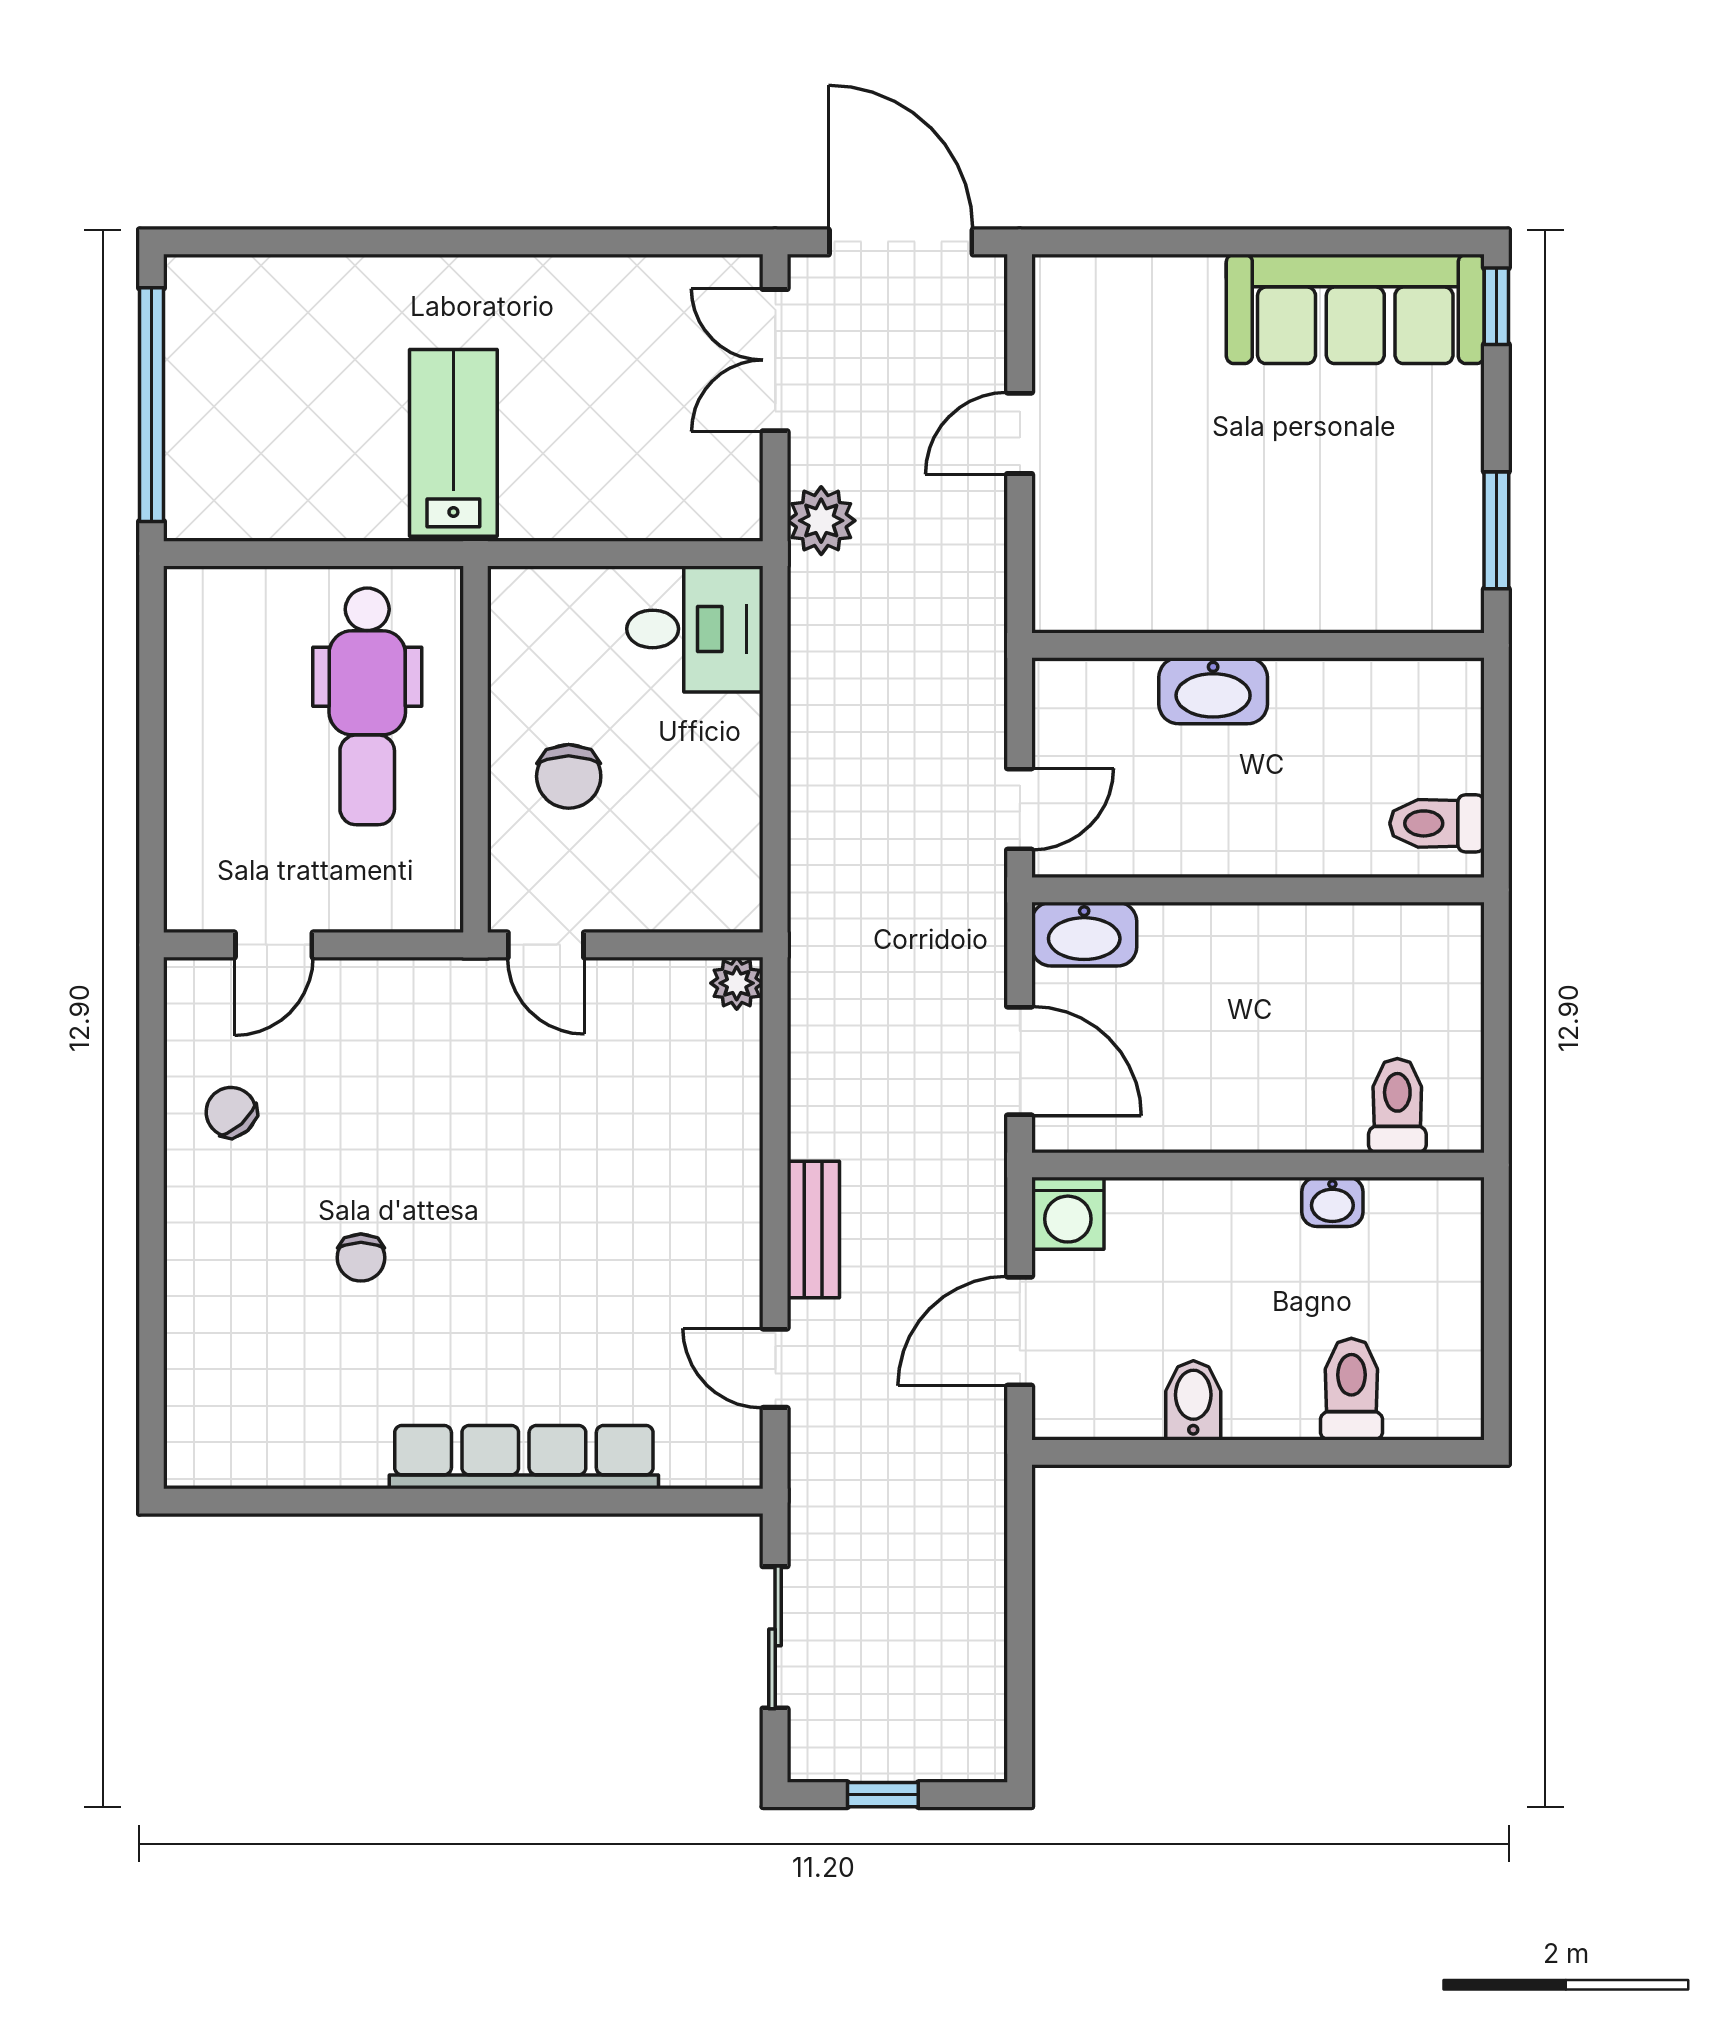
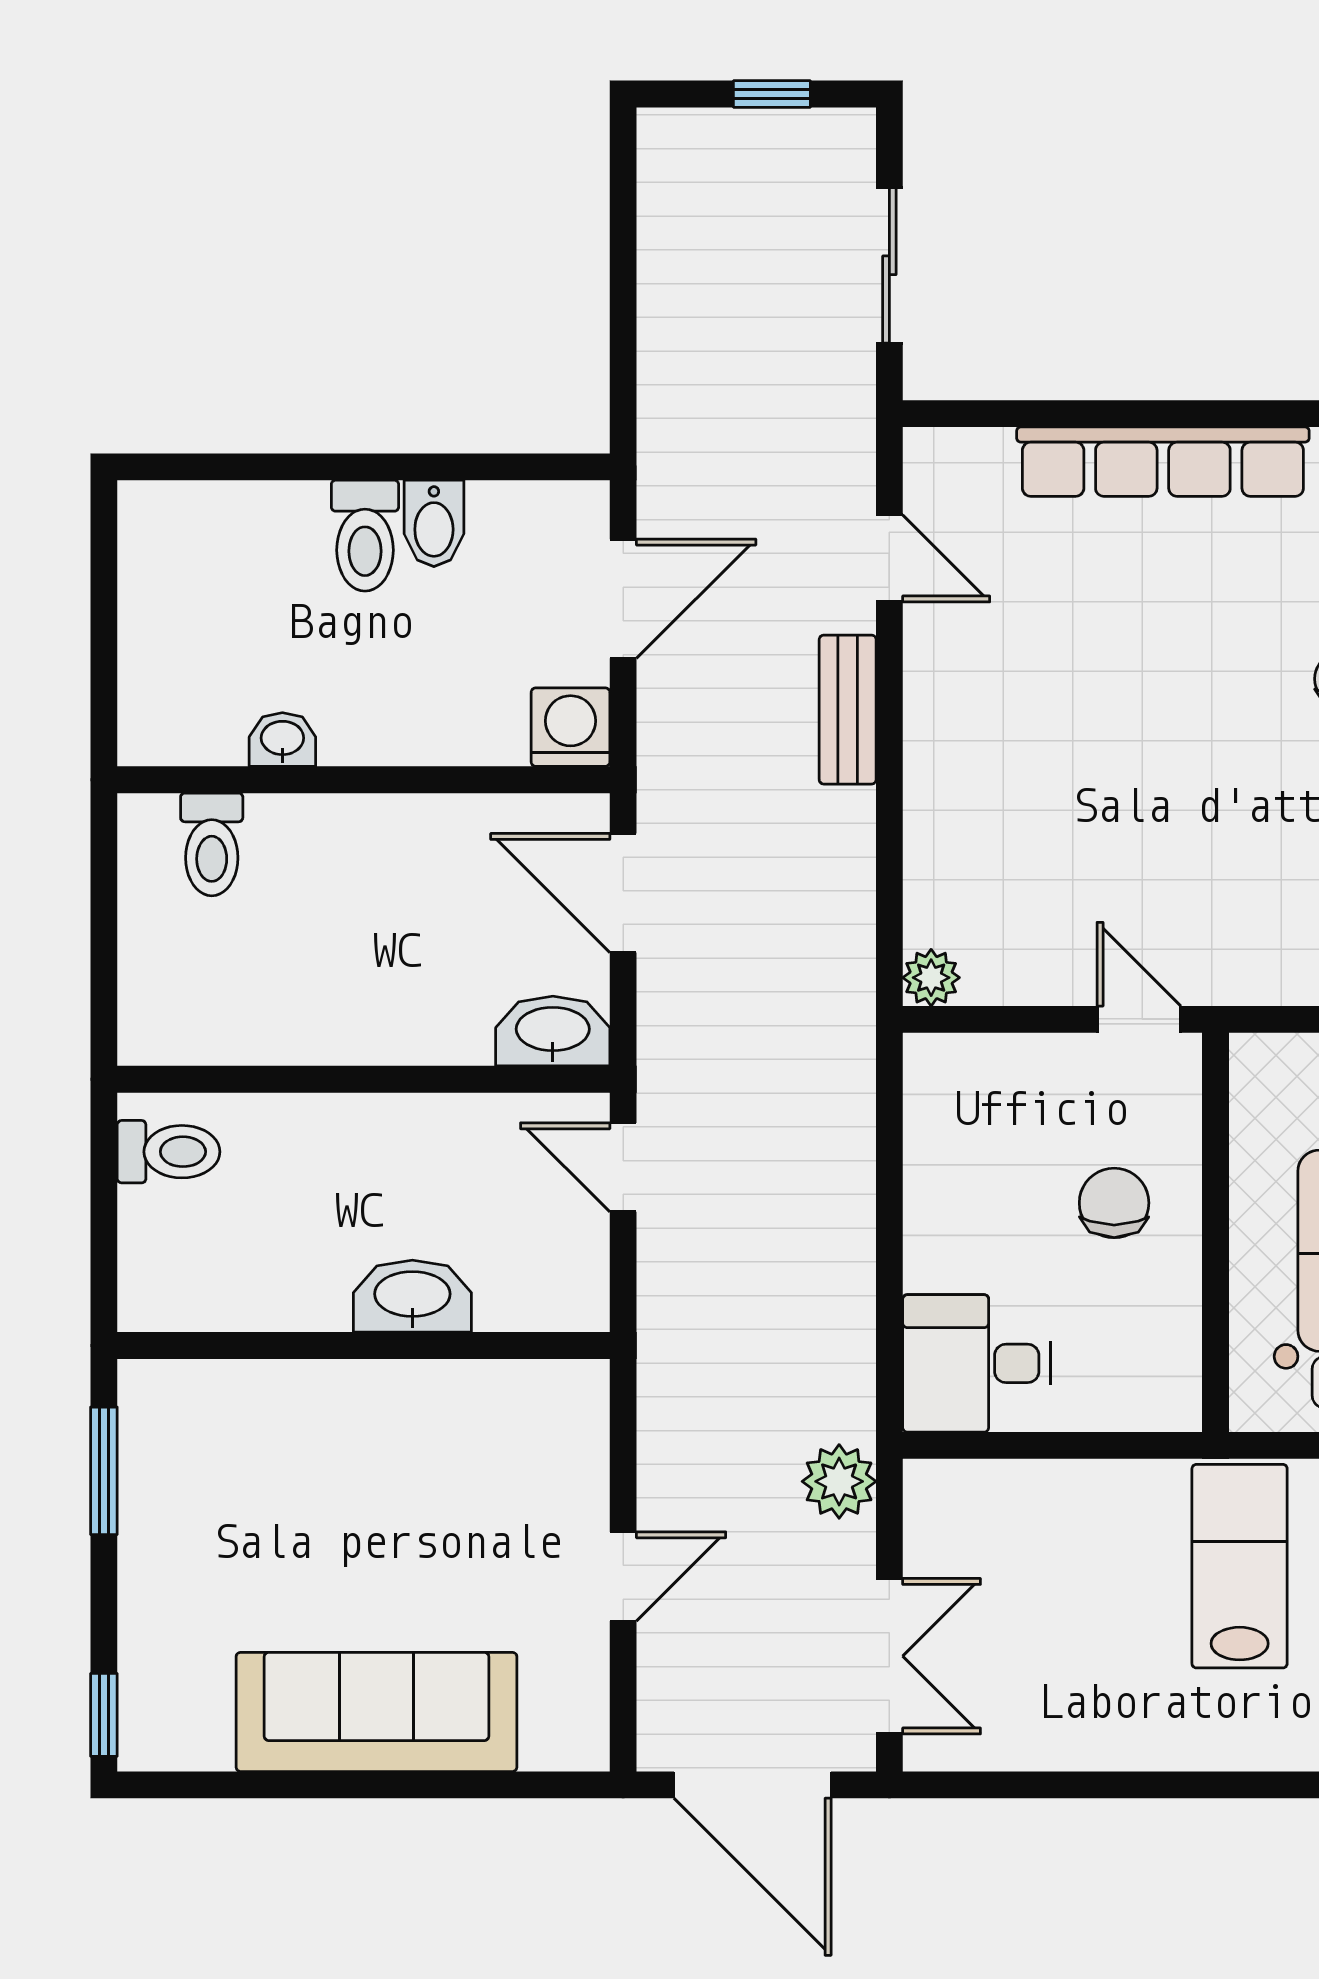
sofa: (1355, 309) -> (376, 1712), moved
lab bench: (453, 443) -> (1240, 1566), turned 180
door: (1020, 809) -> (623, 1167), hinge flipped
toilet: (1351, 1389) -> (365, 536), moved

